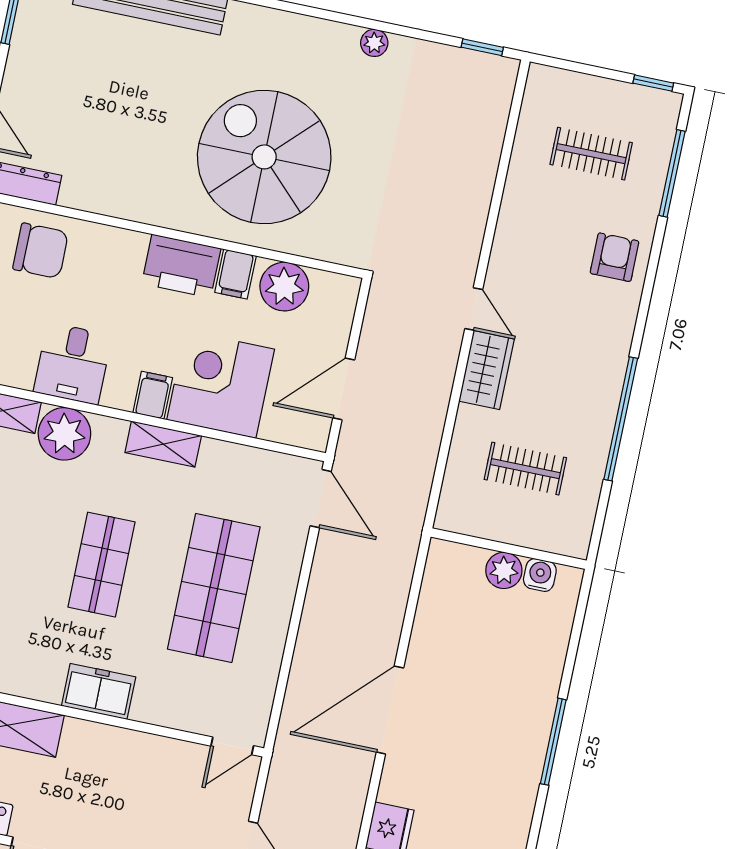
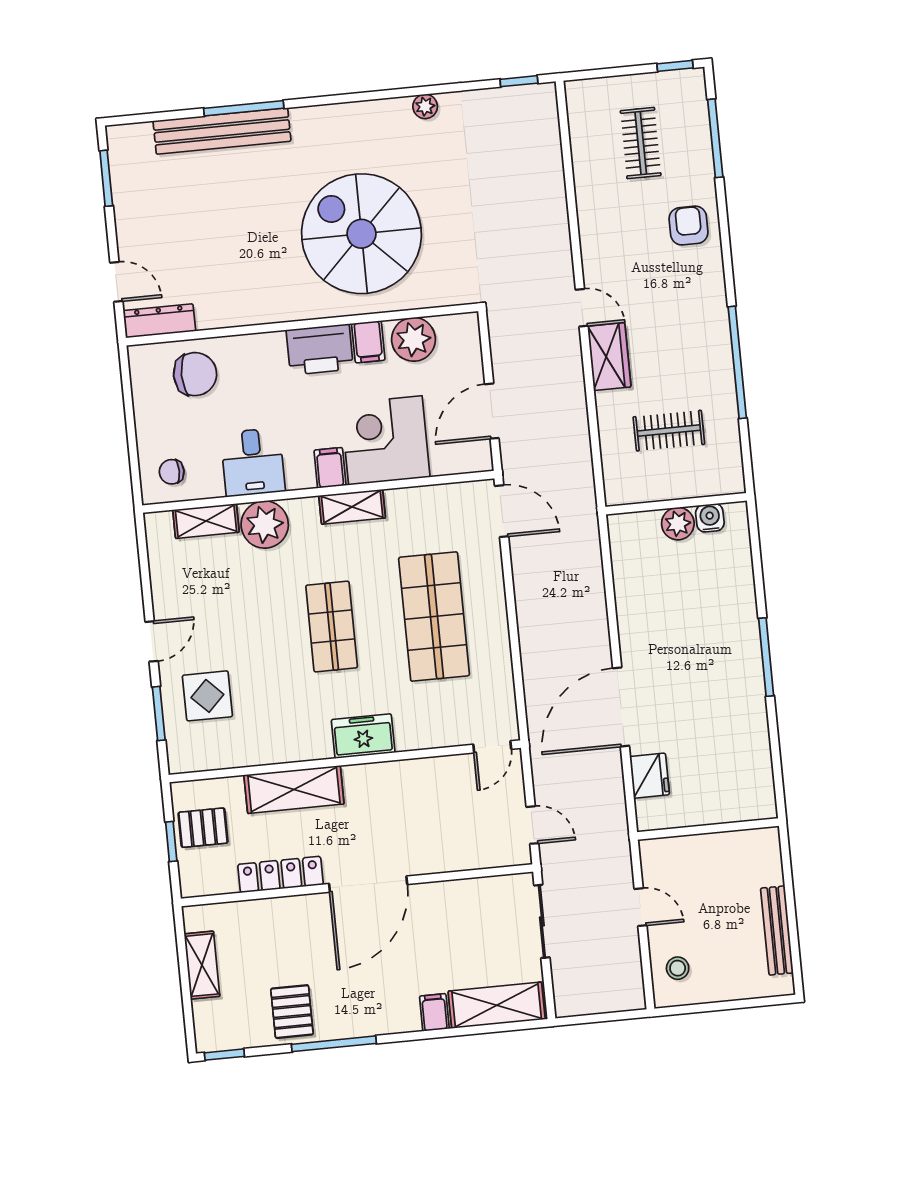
clothes rail: (591, 154) -> (641, 143), turned 90
door: (390, 710) -> (621, 707), moved

